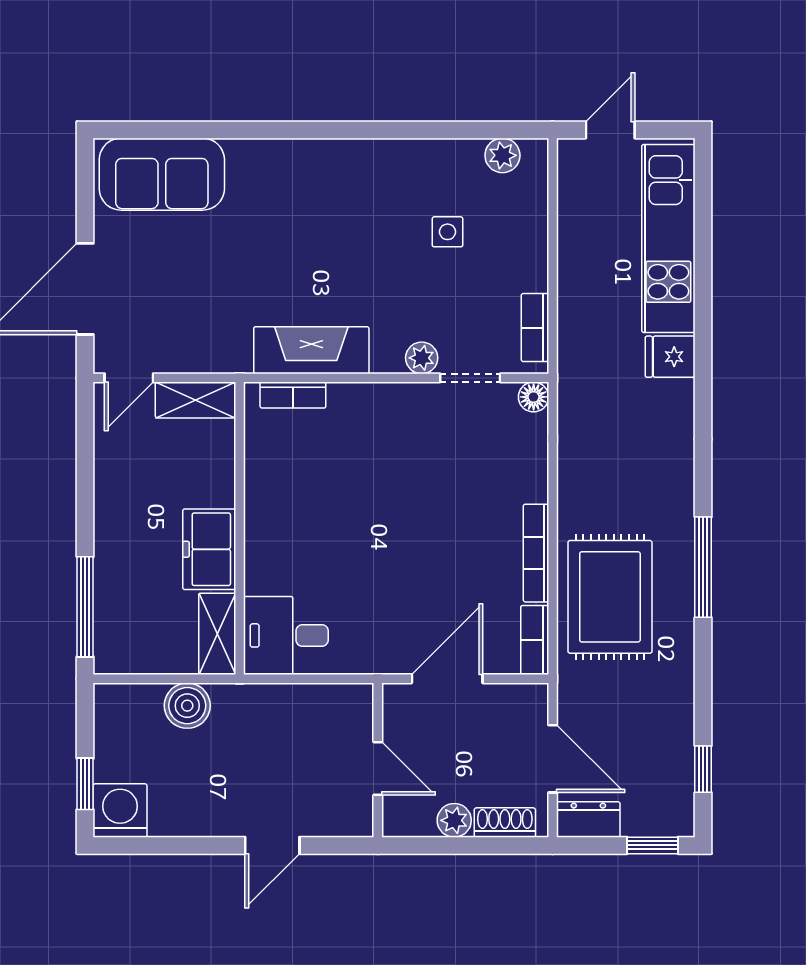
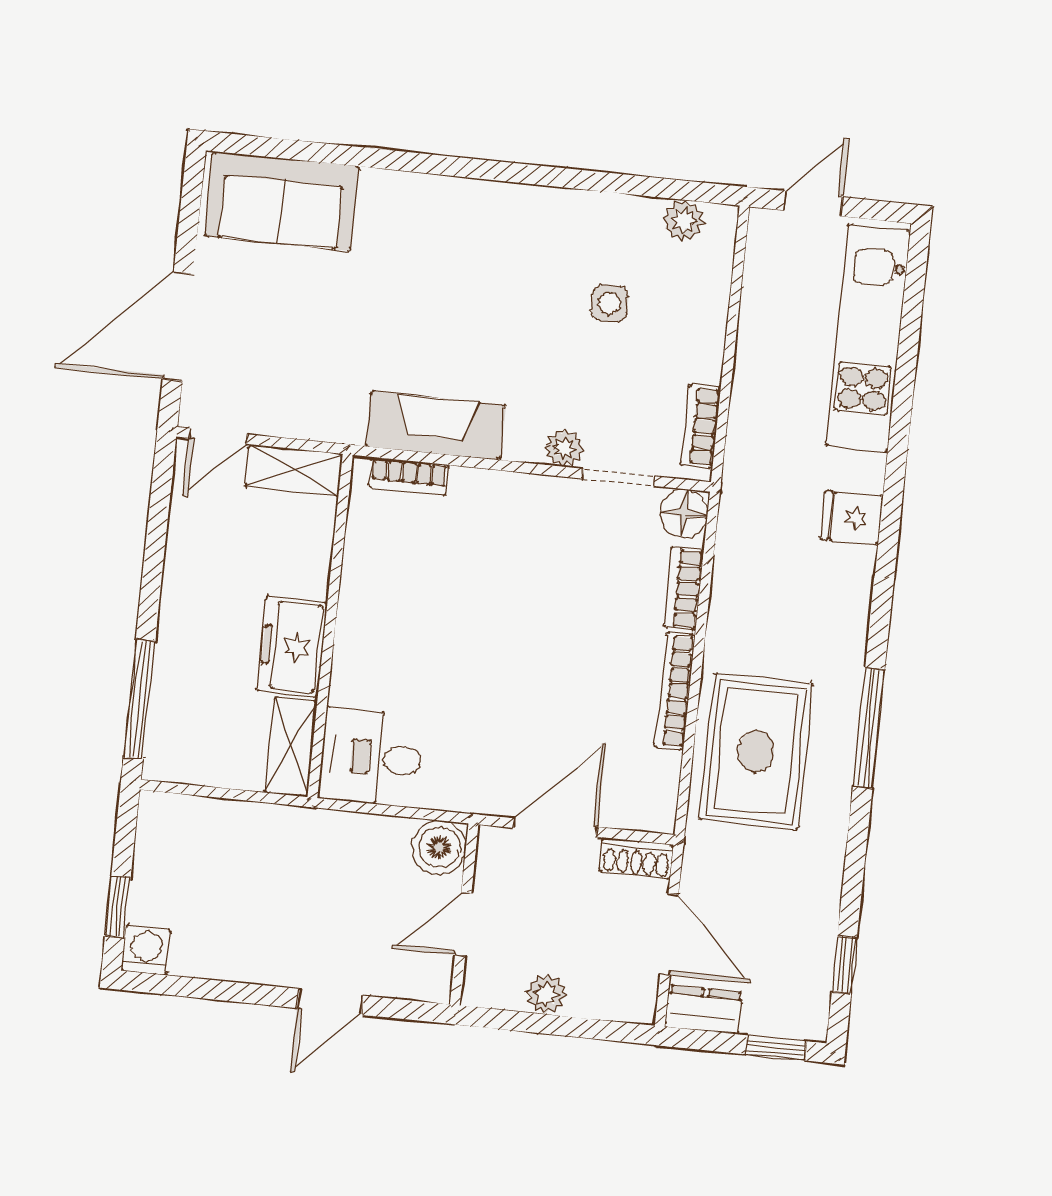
fridge: (670, 357) -> (852, 518), moved
floor lamp: (534, 397) -> (684, 513), width x1.37, depth x1.37
bookcase: (535, 640) -> (684, 589), moved
boiler: (187, 706) -> (439, 847), moved
door: (378, 768) -> (463, 924), swing flipped
washing machine: (120, 810) -> (146, 950), width x0.73, depth x0.73
shoe rack: (505, 823) -> (636, 858), moved, turned 180

